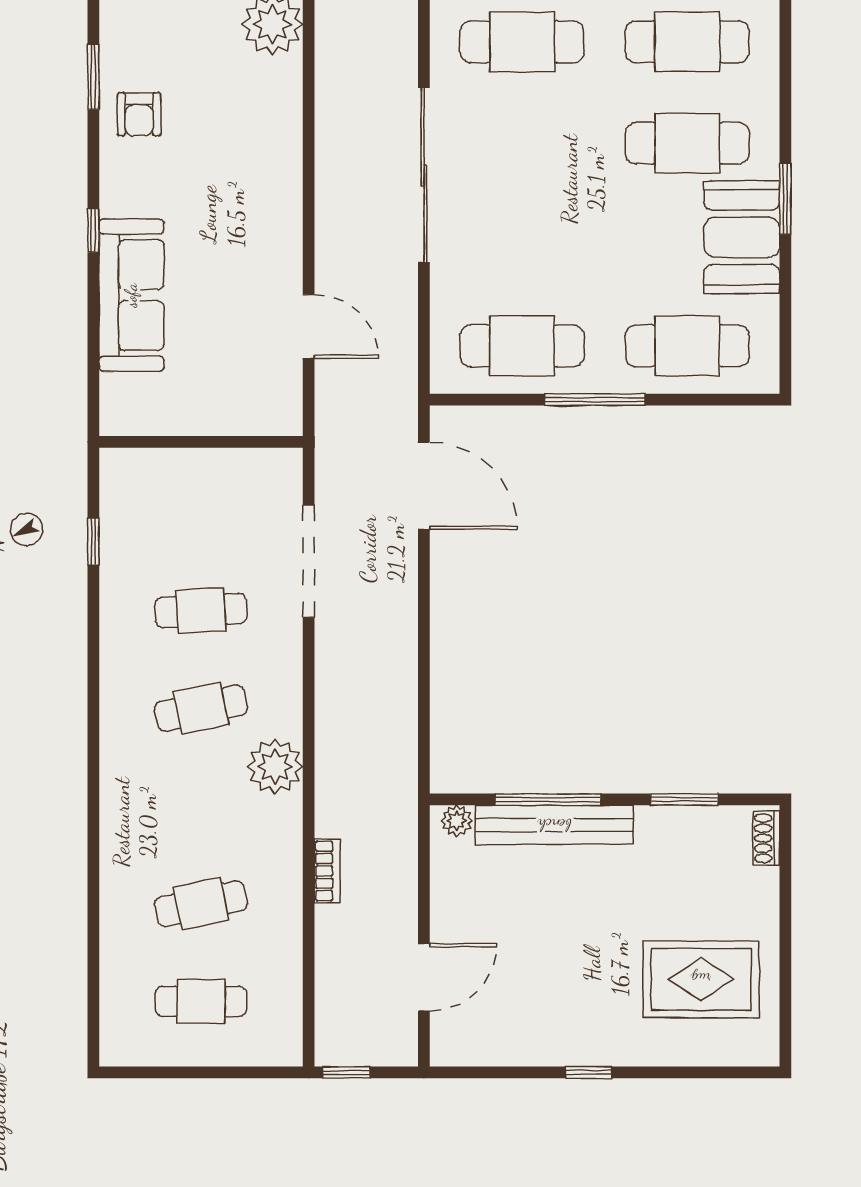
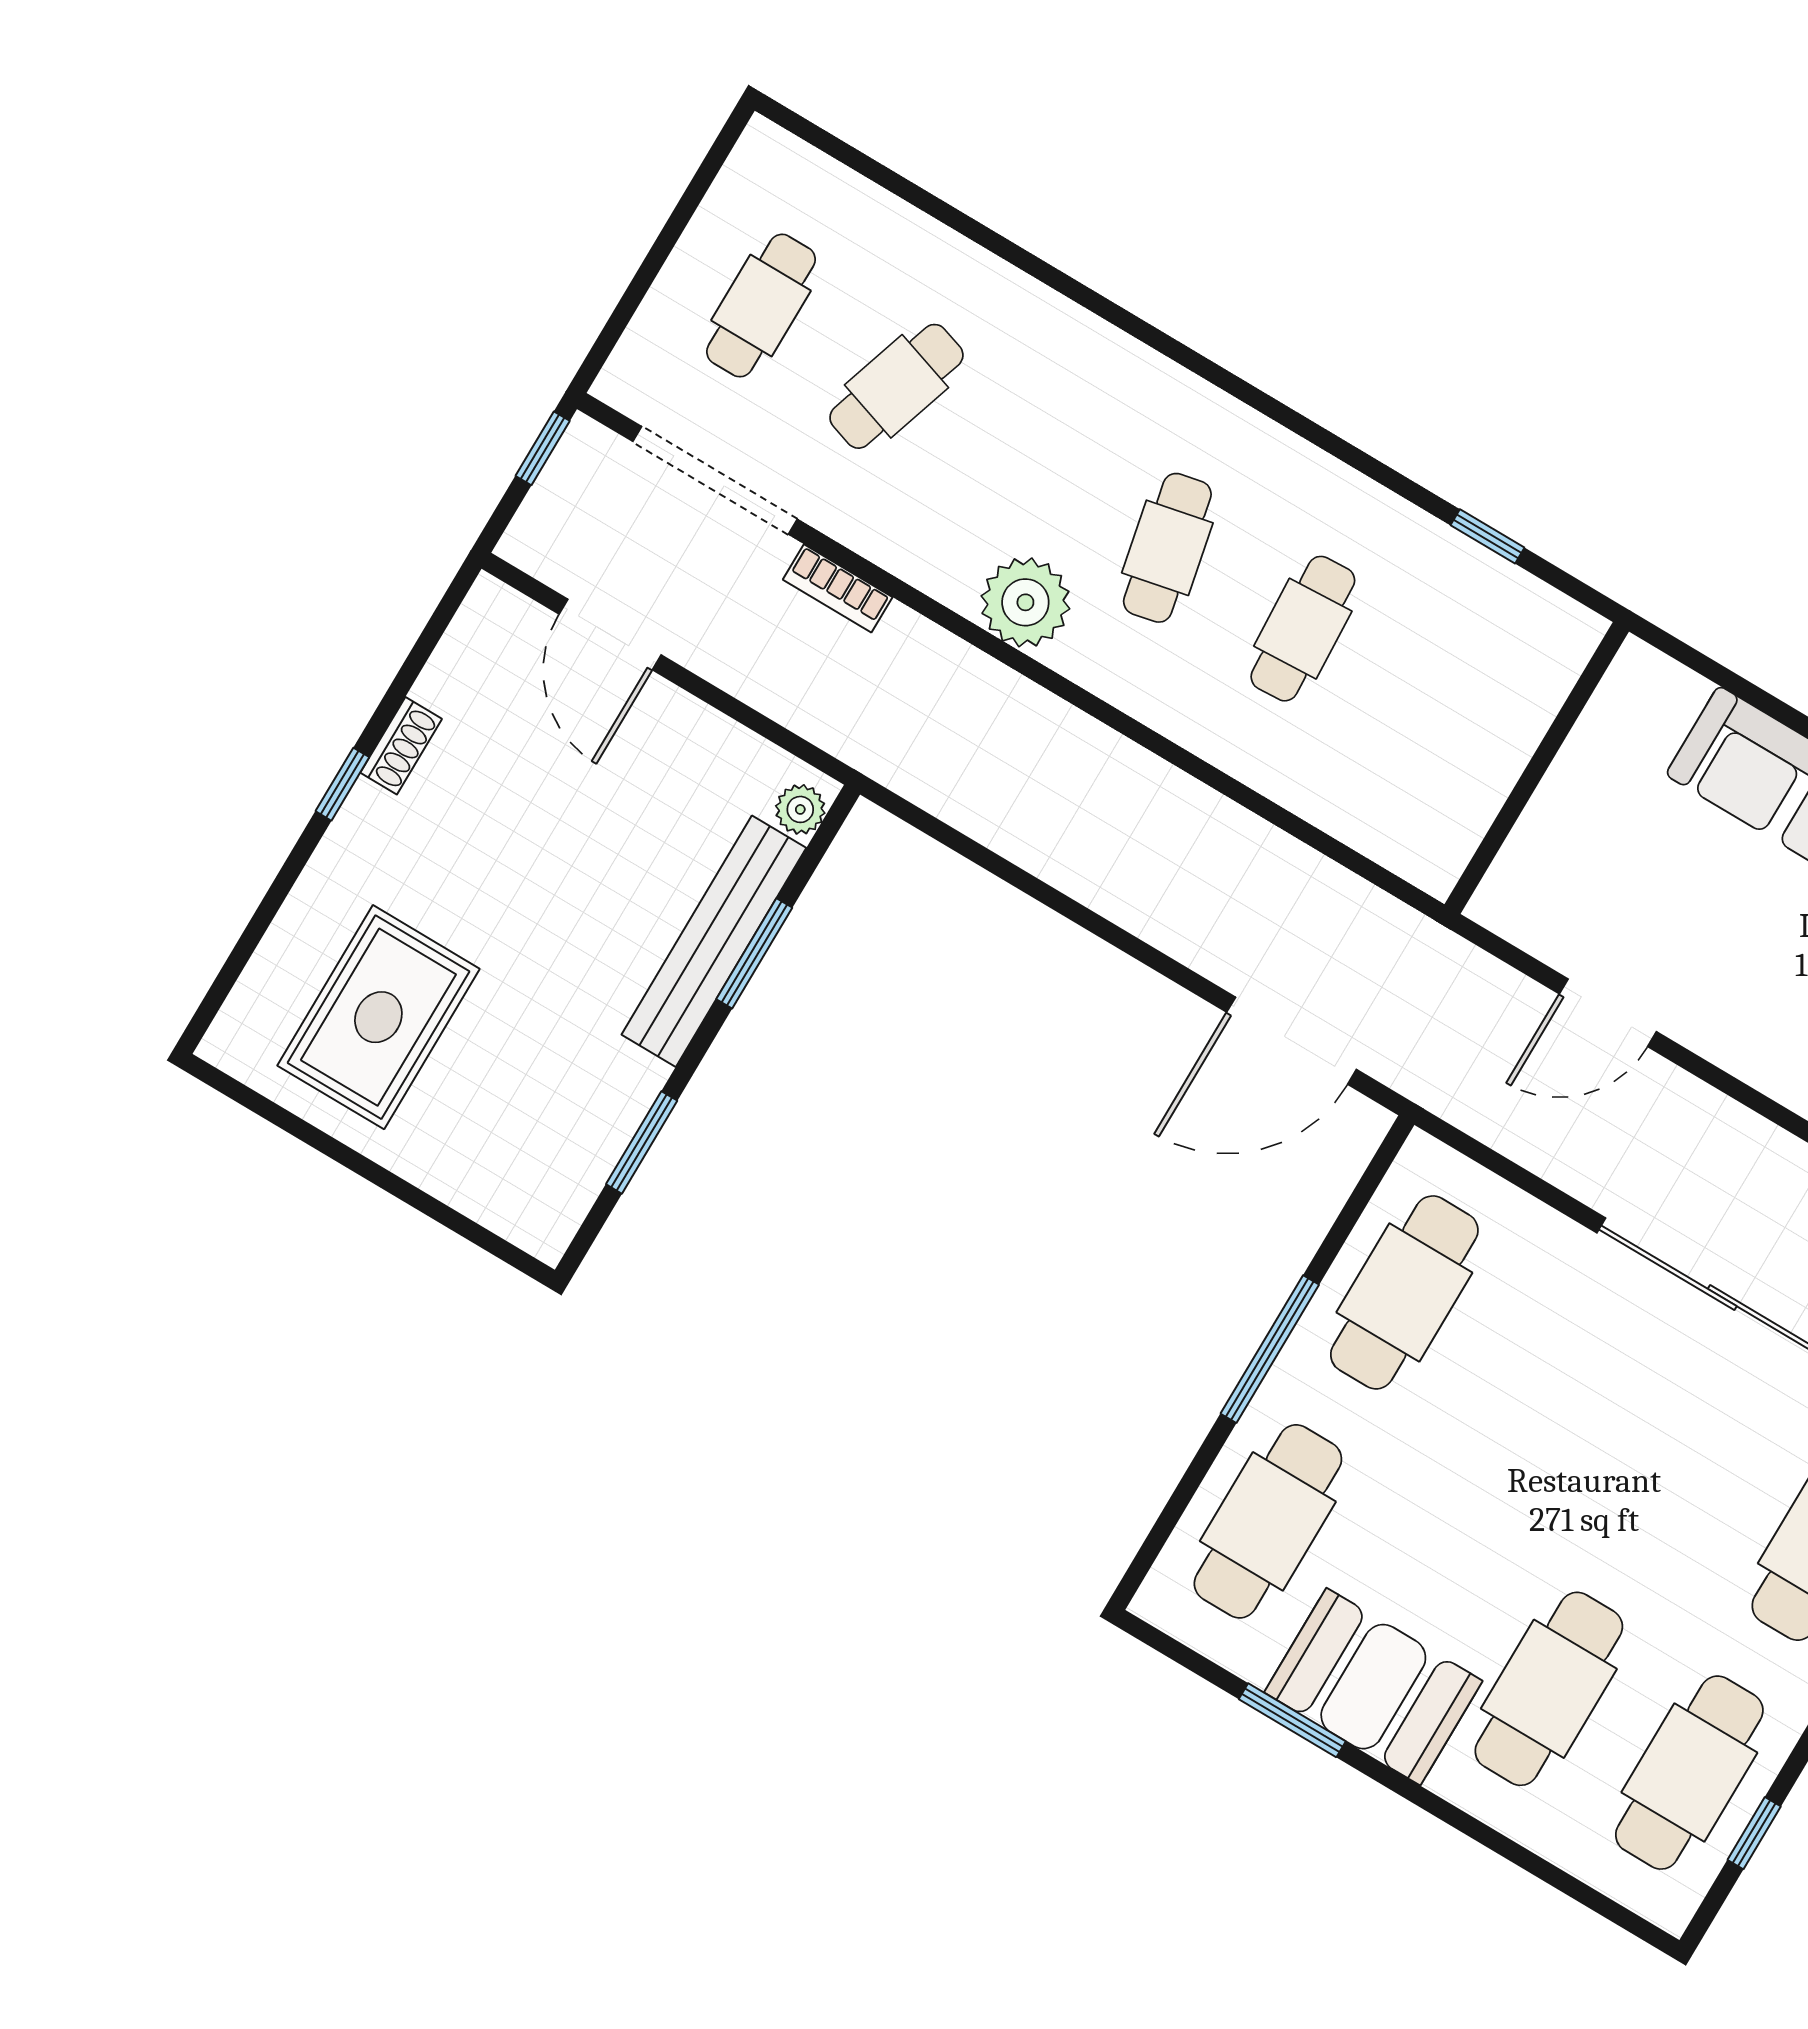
window: (785, 199) -> (1292, 1720), moved
doorway: (309, 561) -> (715, 480), moved
window: (548, 799) -> (754, 953), width x0.69
shoe rack: (766, 838) -> (401, 746), moved, turned 90
cafe table: (201, 904) -> (896, 386), turned 30

